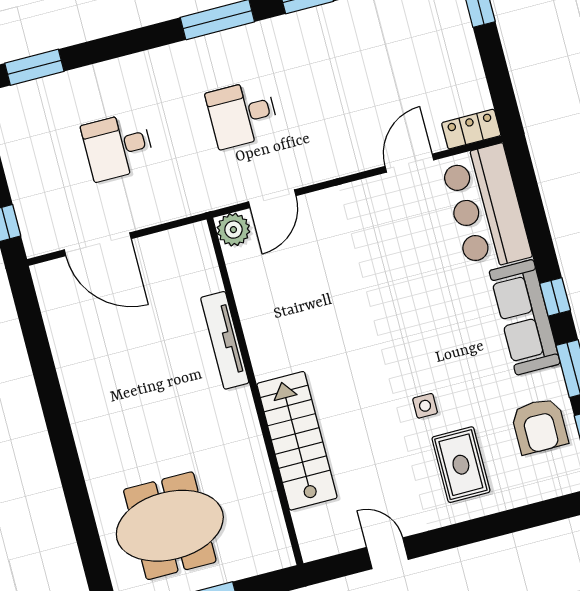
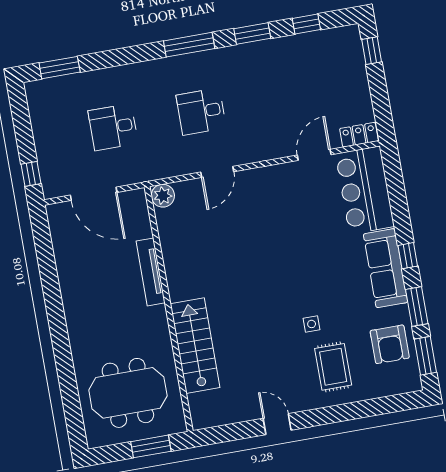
plant: (233, 230) -> (163, 196), moved
tv unit: (225, 340) -> (151, 272), moved
wall: (255, 391) -> (169, 309), moved
stairs: (297, 441) -> (195, 346), moved

